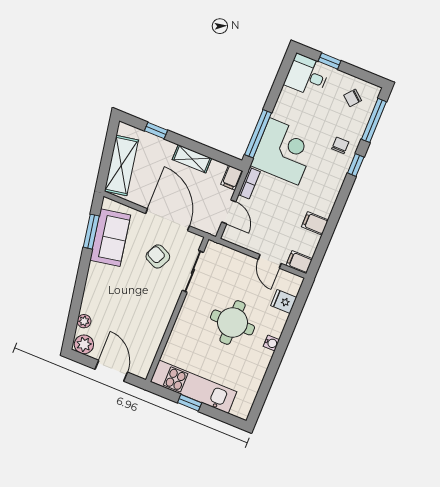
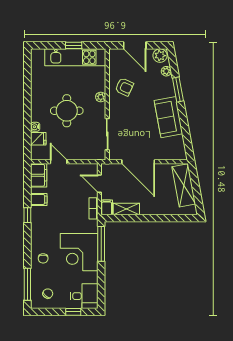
window: (156, 131) -> (170, 218), removed
corner desk: (284, 151) -> (79, 252), moved
shelving: (192, 159) -> (126, 209), moved
window: (356, 165) -> (27, 215), moved
window: (91, 232) -> (178, 90), moved
sofa: (110, 238) -> (168, 117), moved
armchair: (158, 256) -> (124, 87), moved
filing cabinet: (299, 262) -> (39, 175), width x2.00
plant: (182, 322) -> (101, 97), added
water cooler: (271, 343) -> (35, 127), moved

